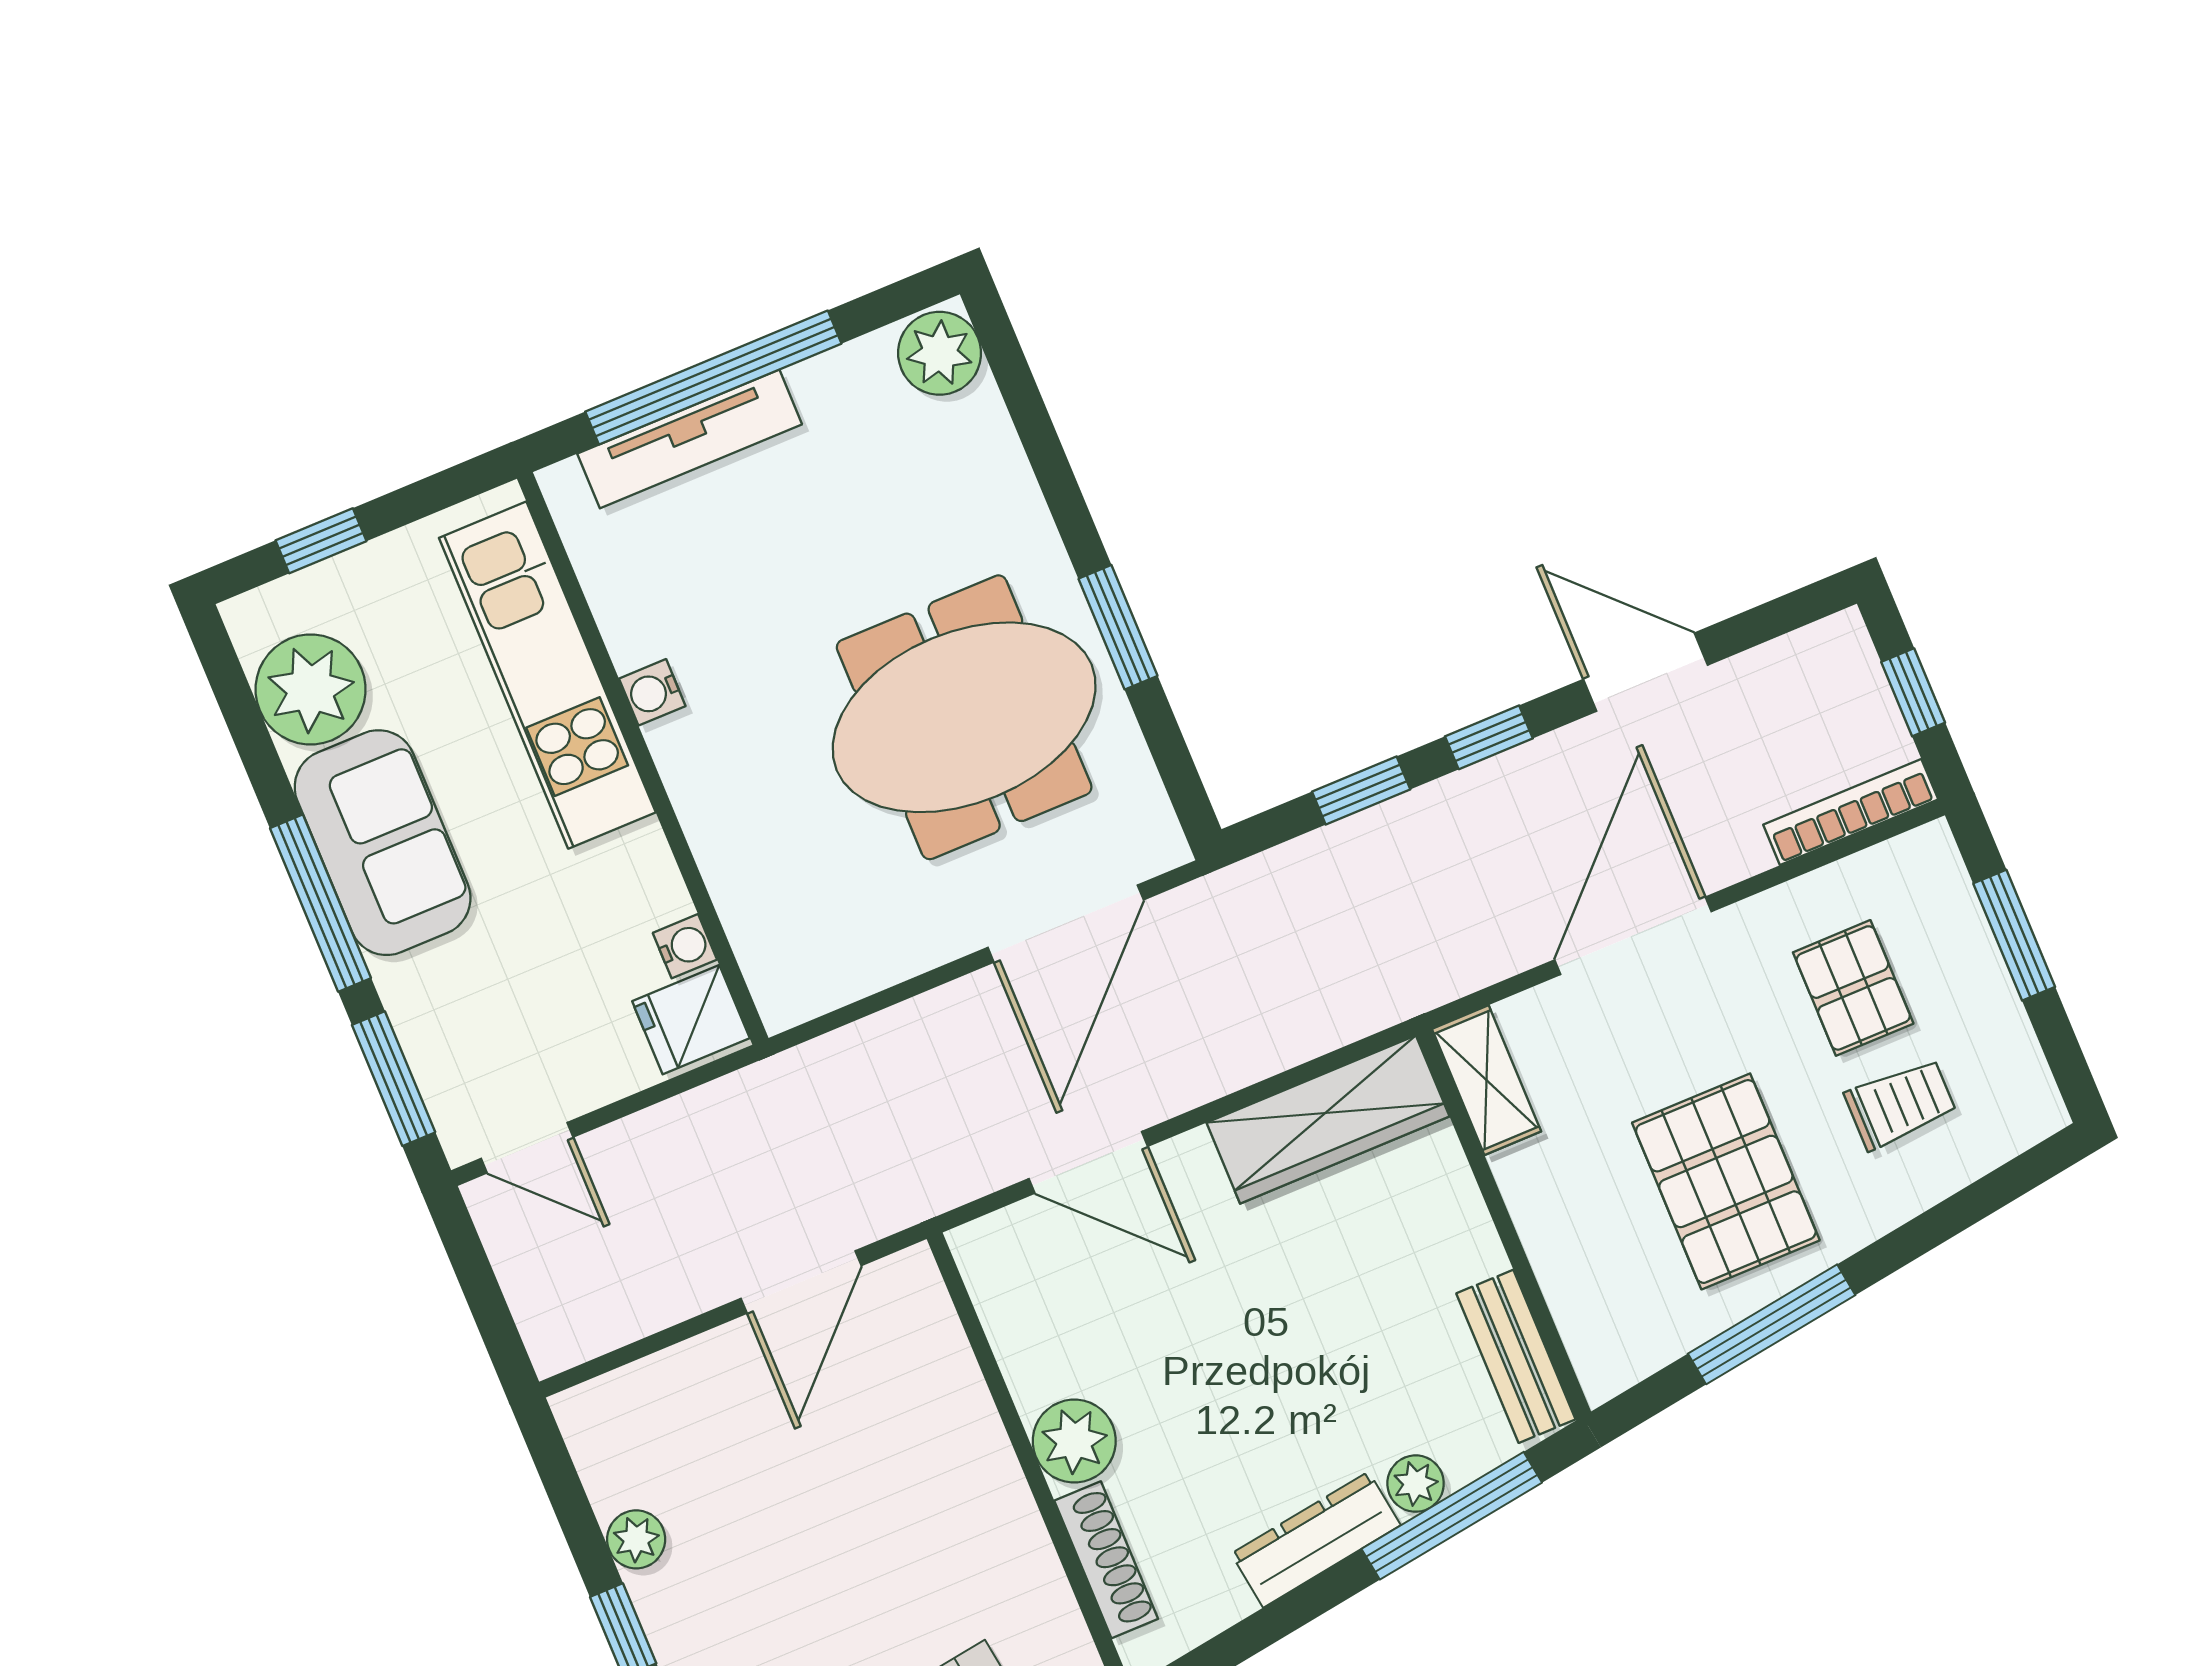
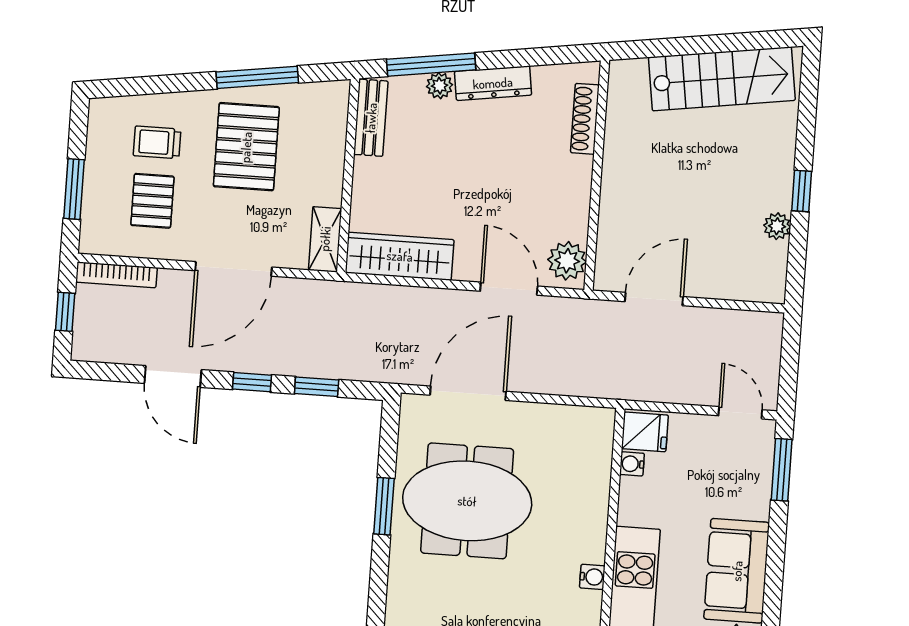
window: (320, 903) -> (775, 559), removed
plant: (1074, 1441) -> (567, 261), moved

